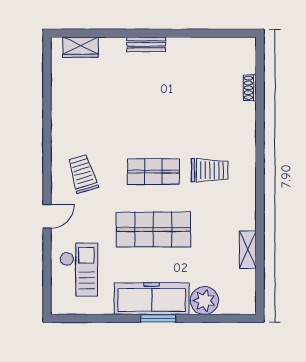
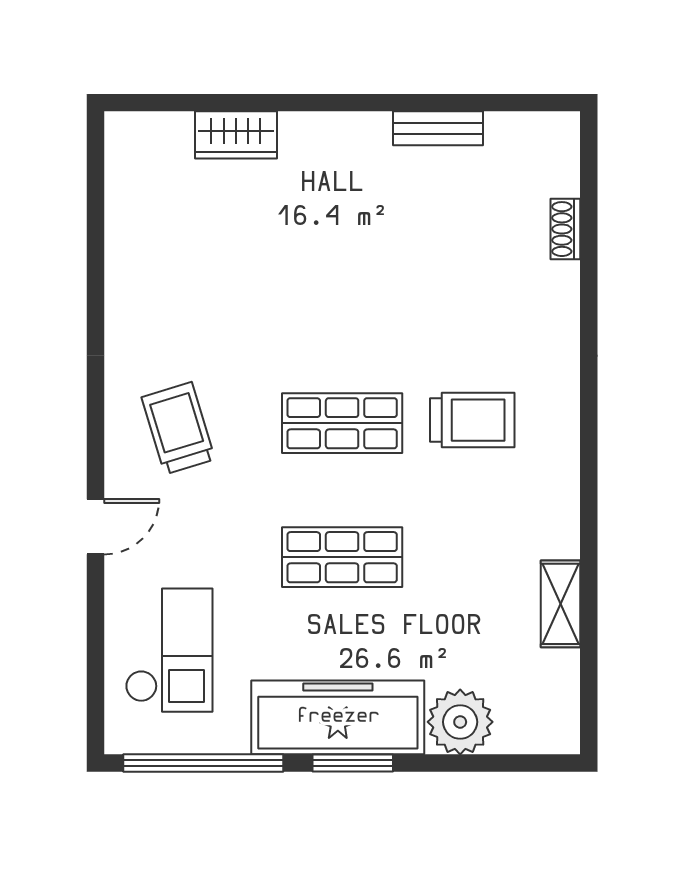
bench: (146, 44) -> (438, 128), moved
wardrobe: (81, 47) -> (236, 135), moved
shop shelf: (153, 229) -> (342, 557), width x0.70, depth x0.74
window: (94, 318) -> (203, 763), added

